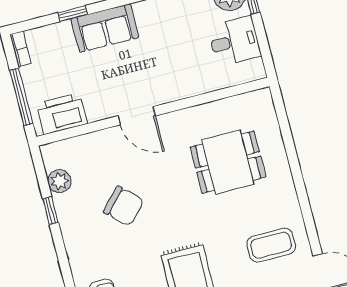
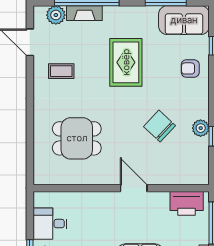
plant: (59, 181) -> (201, 128), moved
coffee table: (271, 245) -> (61, 71), width x0.73, depth x0.77

